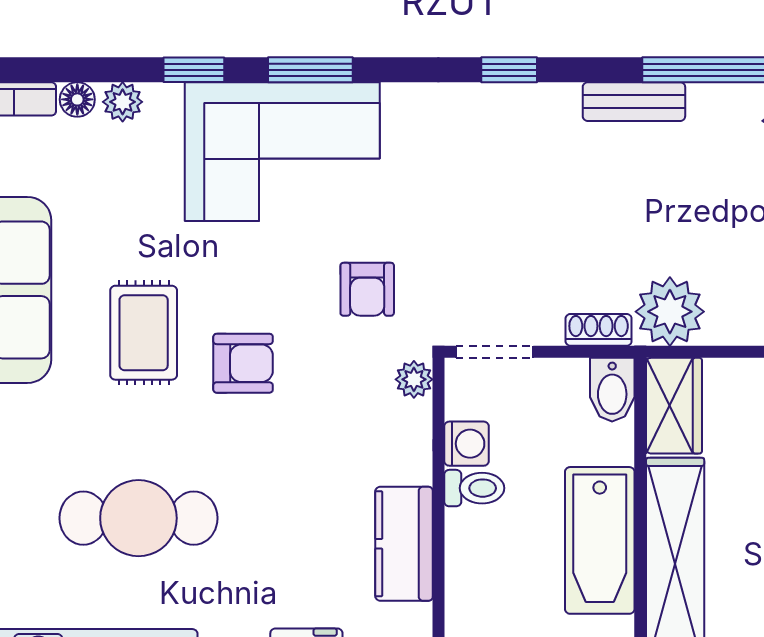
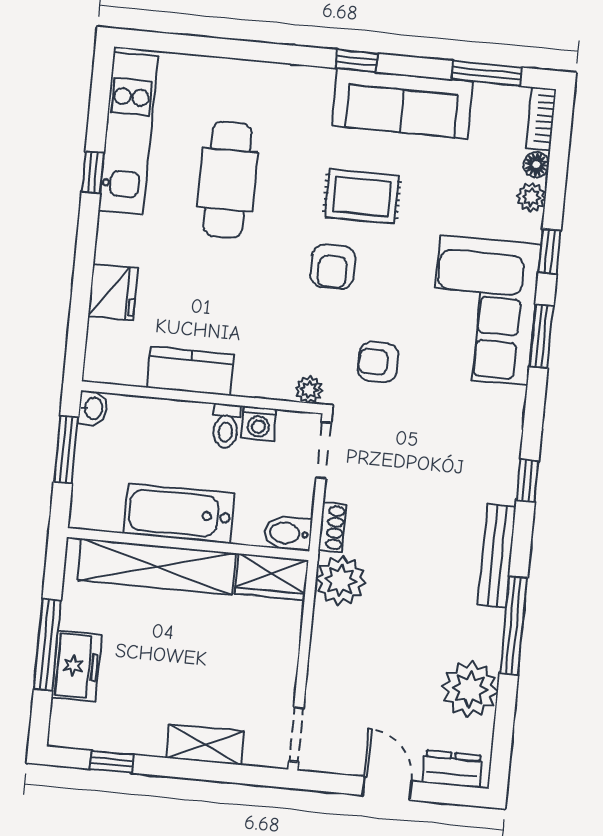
bench: (634, 102) -> (497, 556), width x1.36

